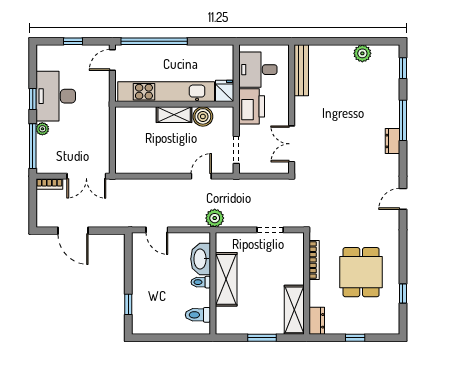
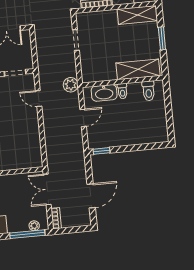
plant: (42, 129) -> (34, 226), moved
double door: (86, 176) -> (47, 189), swing flipped
door: (157, 230) -> (83, 118), moved
shelving: (226, 279) -> (138, 69), moved
window: (128, 304) -> (101, 151), moved

